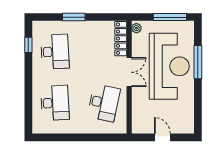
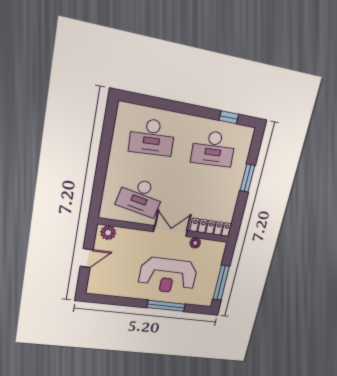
plant: (136, 28) -> (195, 243), moved
reception desk: (169, 66) -> (168, 276), width x0.74, depth x0.77
double door: (129, 72) -> (171, 231), swing flipped
plant: (138, 124) -> (108, 233), added

